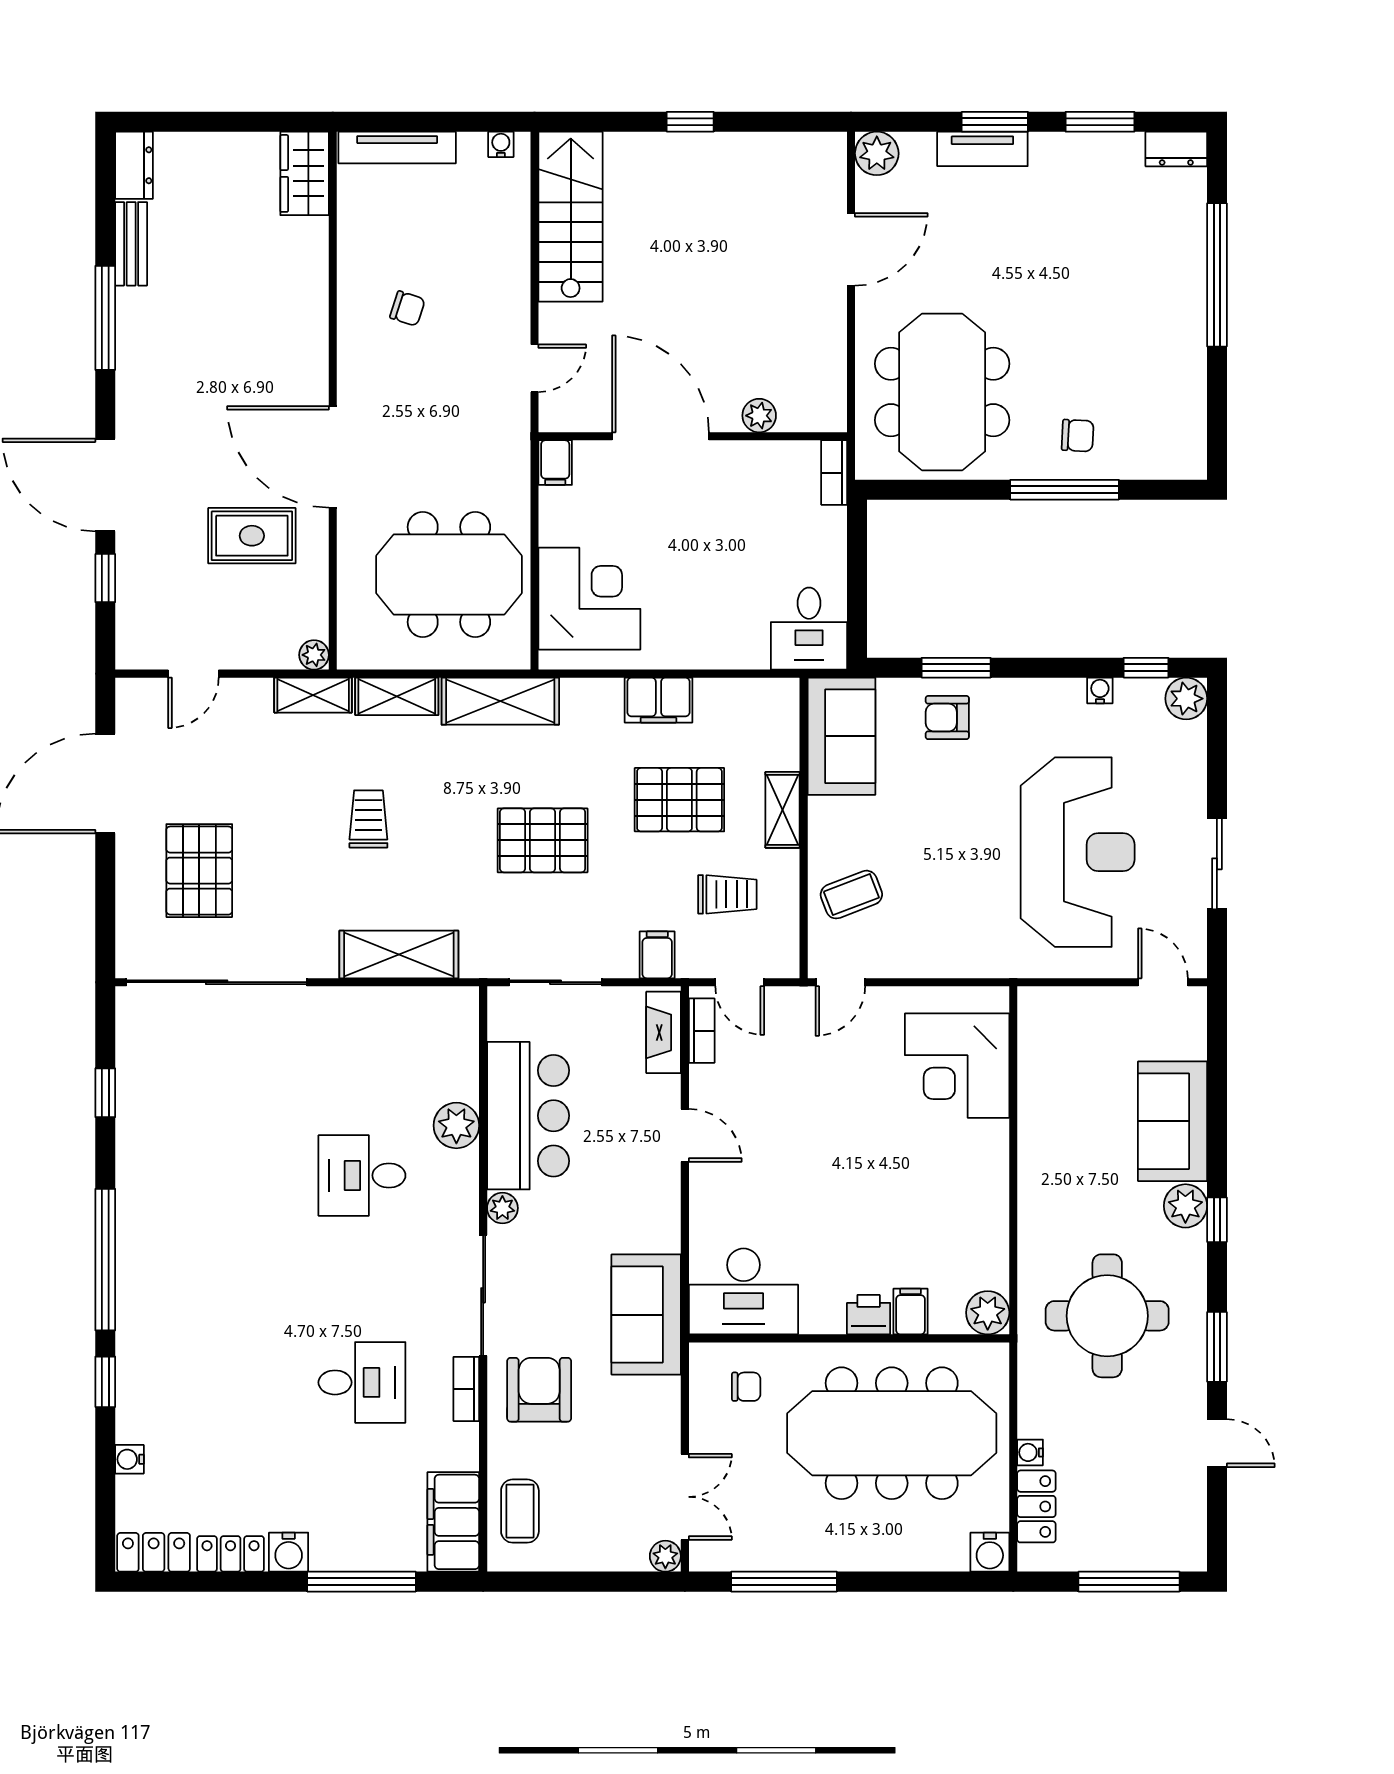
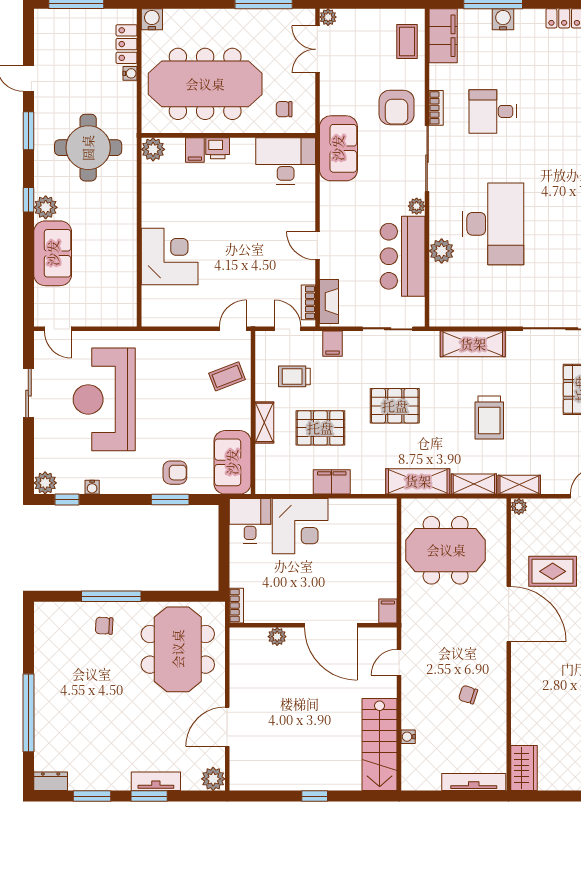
water cooler: (501, 144) -> (408, 737), moved, turned 90
corner desk: (589, 599) -> (300, 526), moved, turned -90
trolley: (368, 819) -> (489, 417), width x1.36, depth x1.39
corner desk: (957, 1066) -> (170, 256), moved
desk: (362, 1175) -> (493, 224), width x1.87, depth x1.30
water cooler: (289, 1552) -> (503, 19), moved

